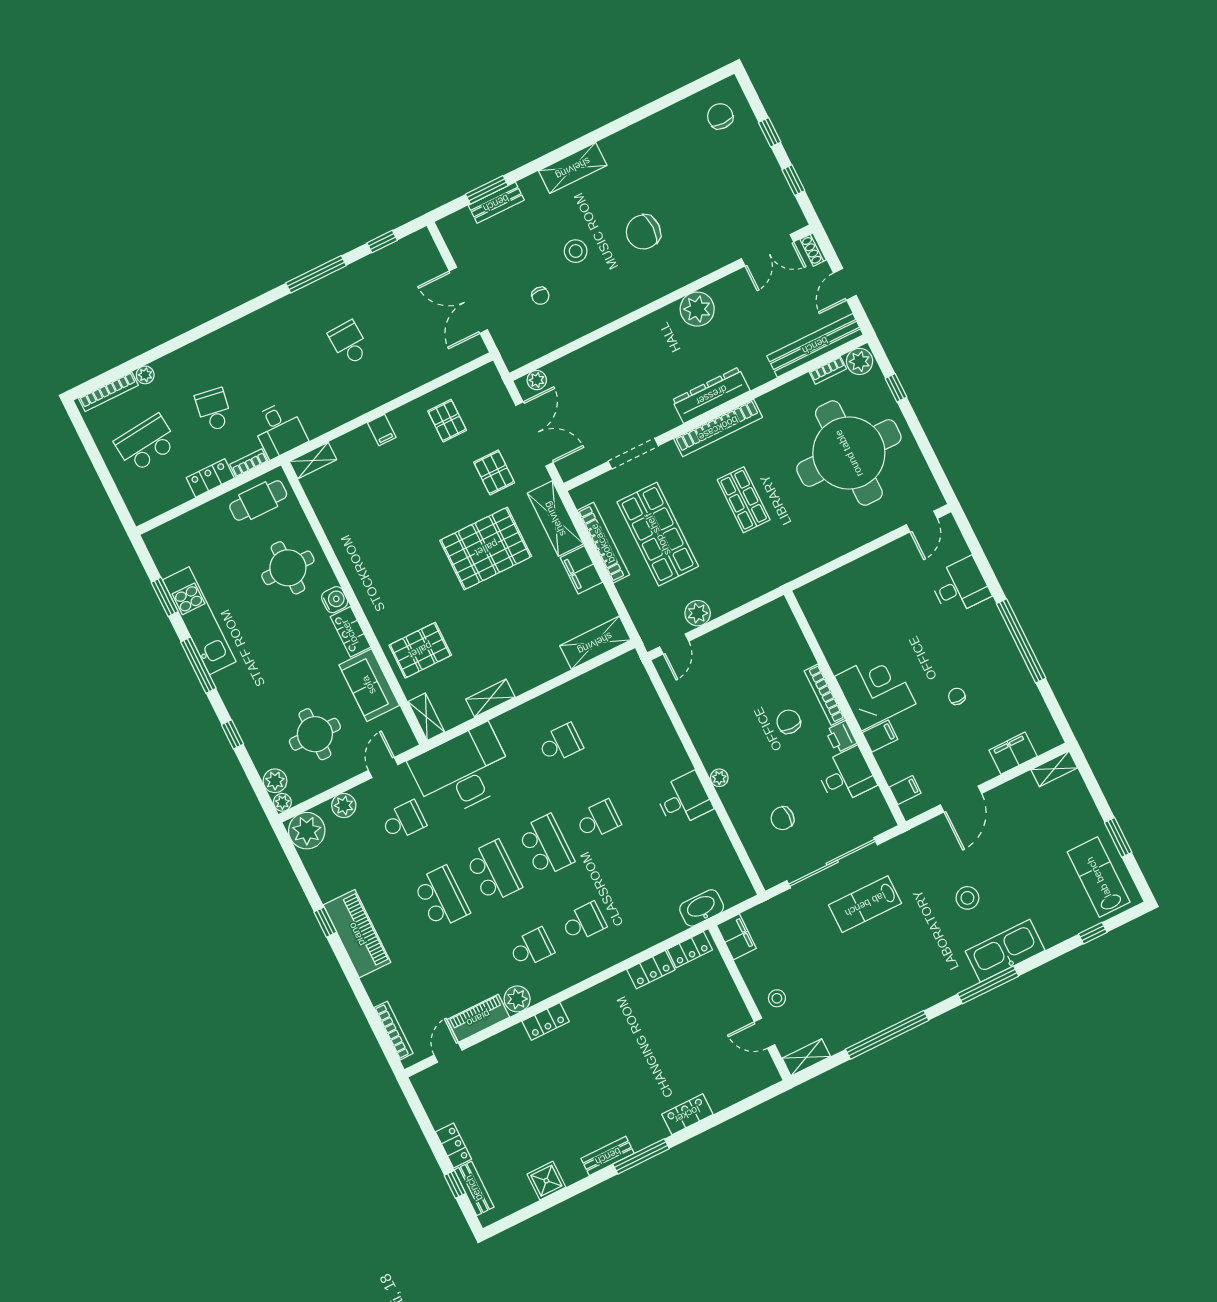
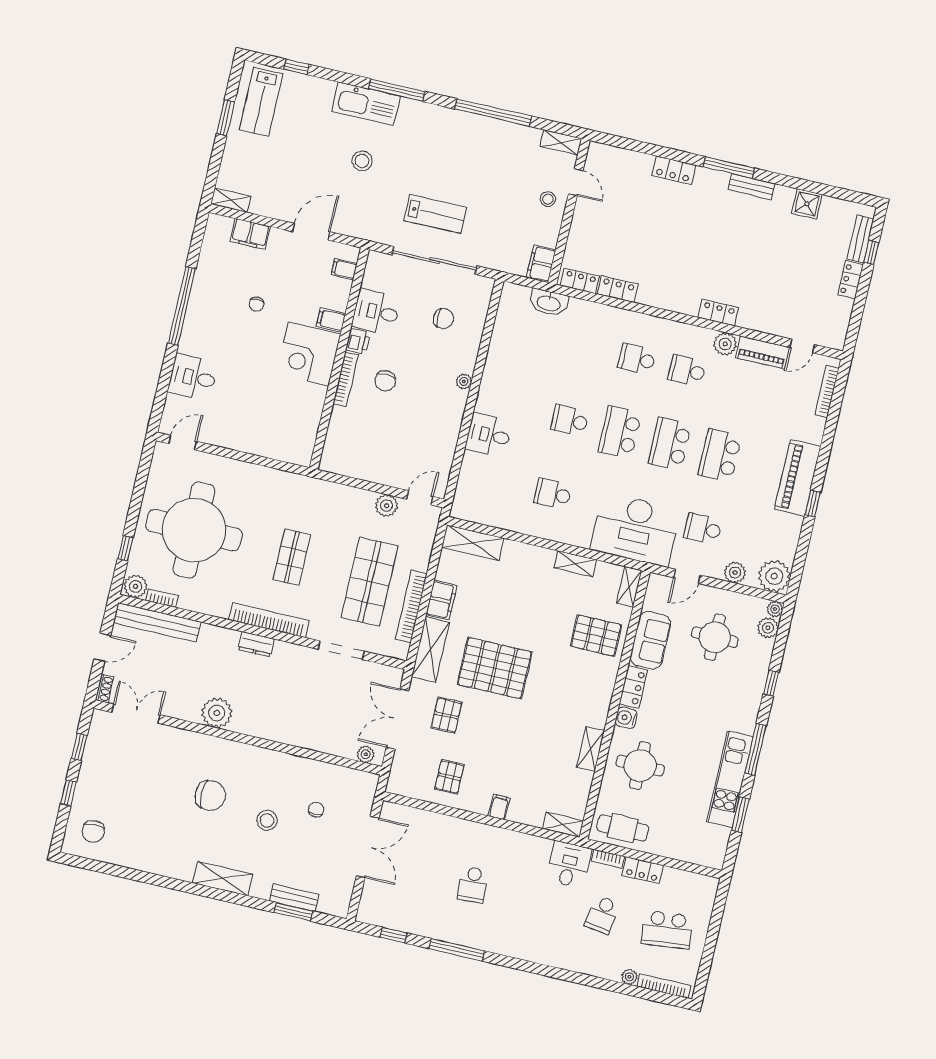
dresser: (711, 395) -> (256, 644), width x0.51, depth x0.80
shelving: (343, 547) -> (591, 749), added
desk: (684, 799) -> (489, 435), moved

